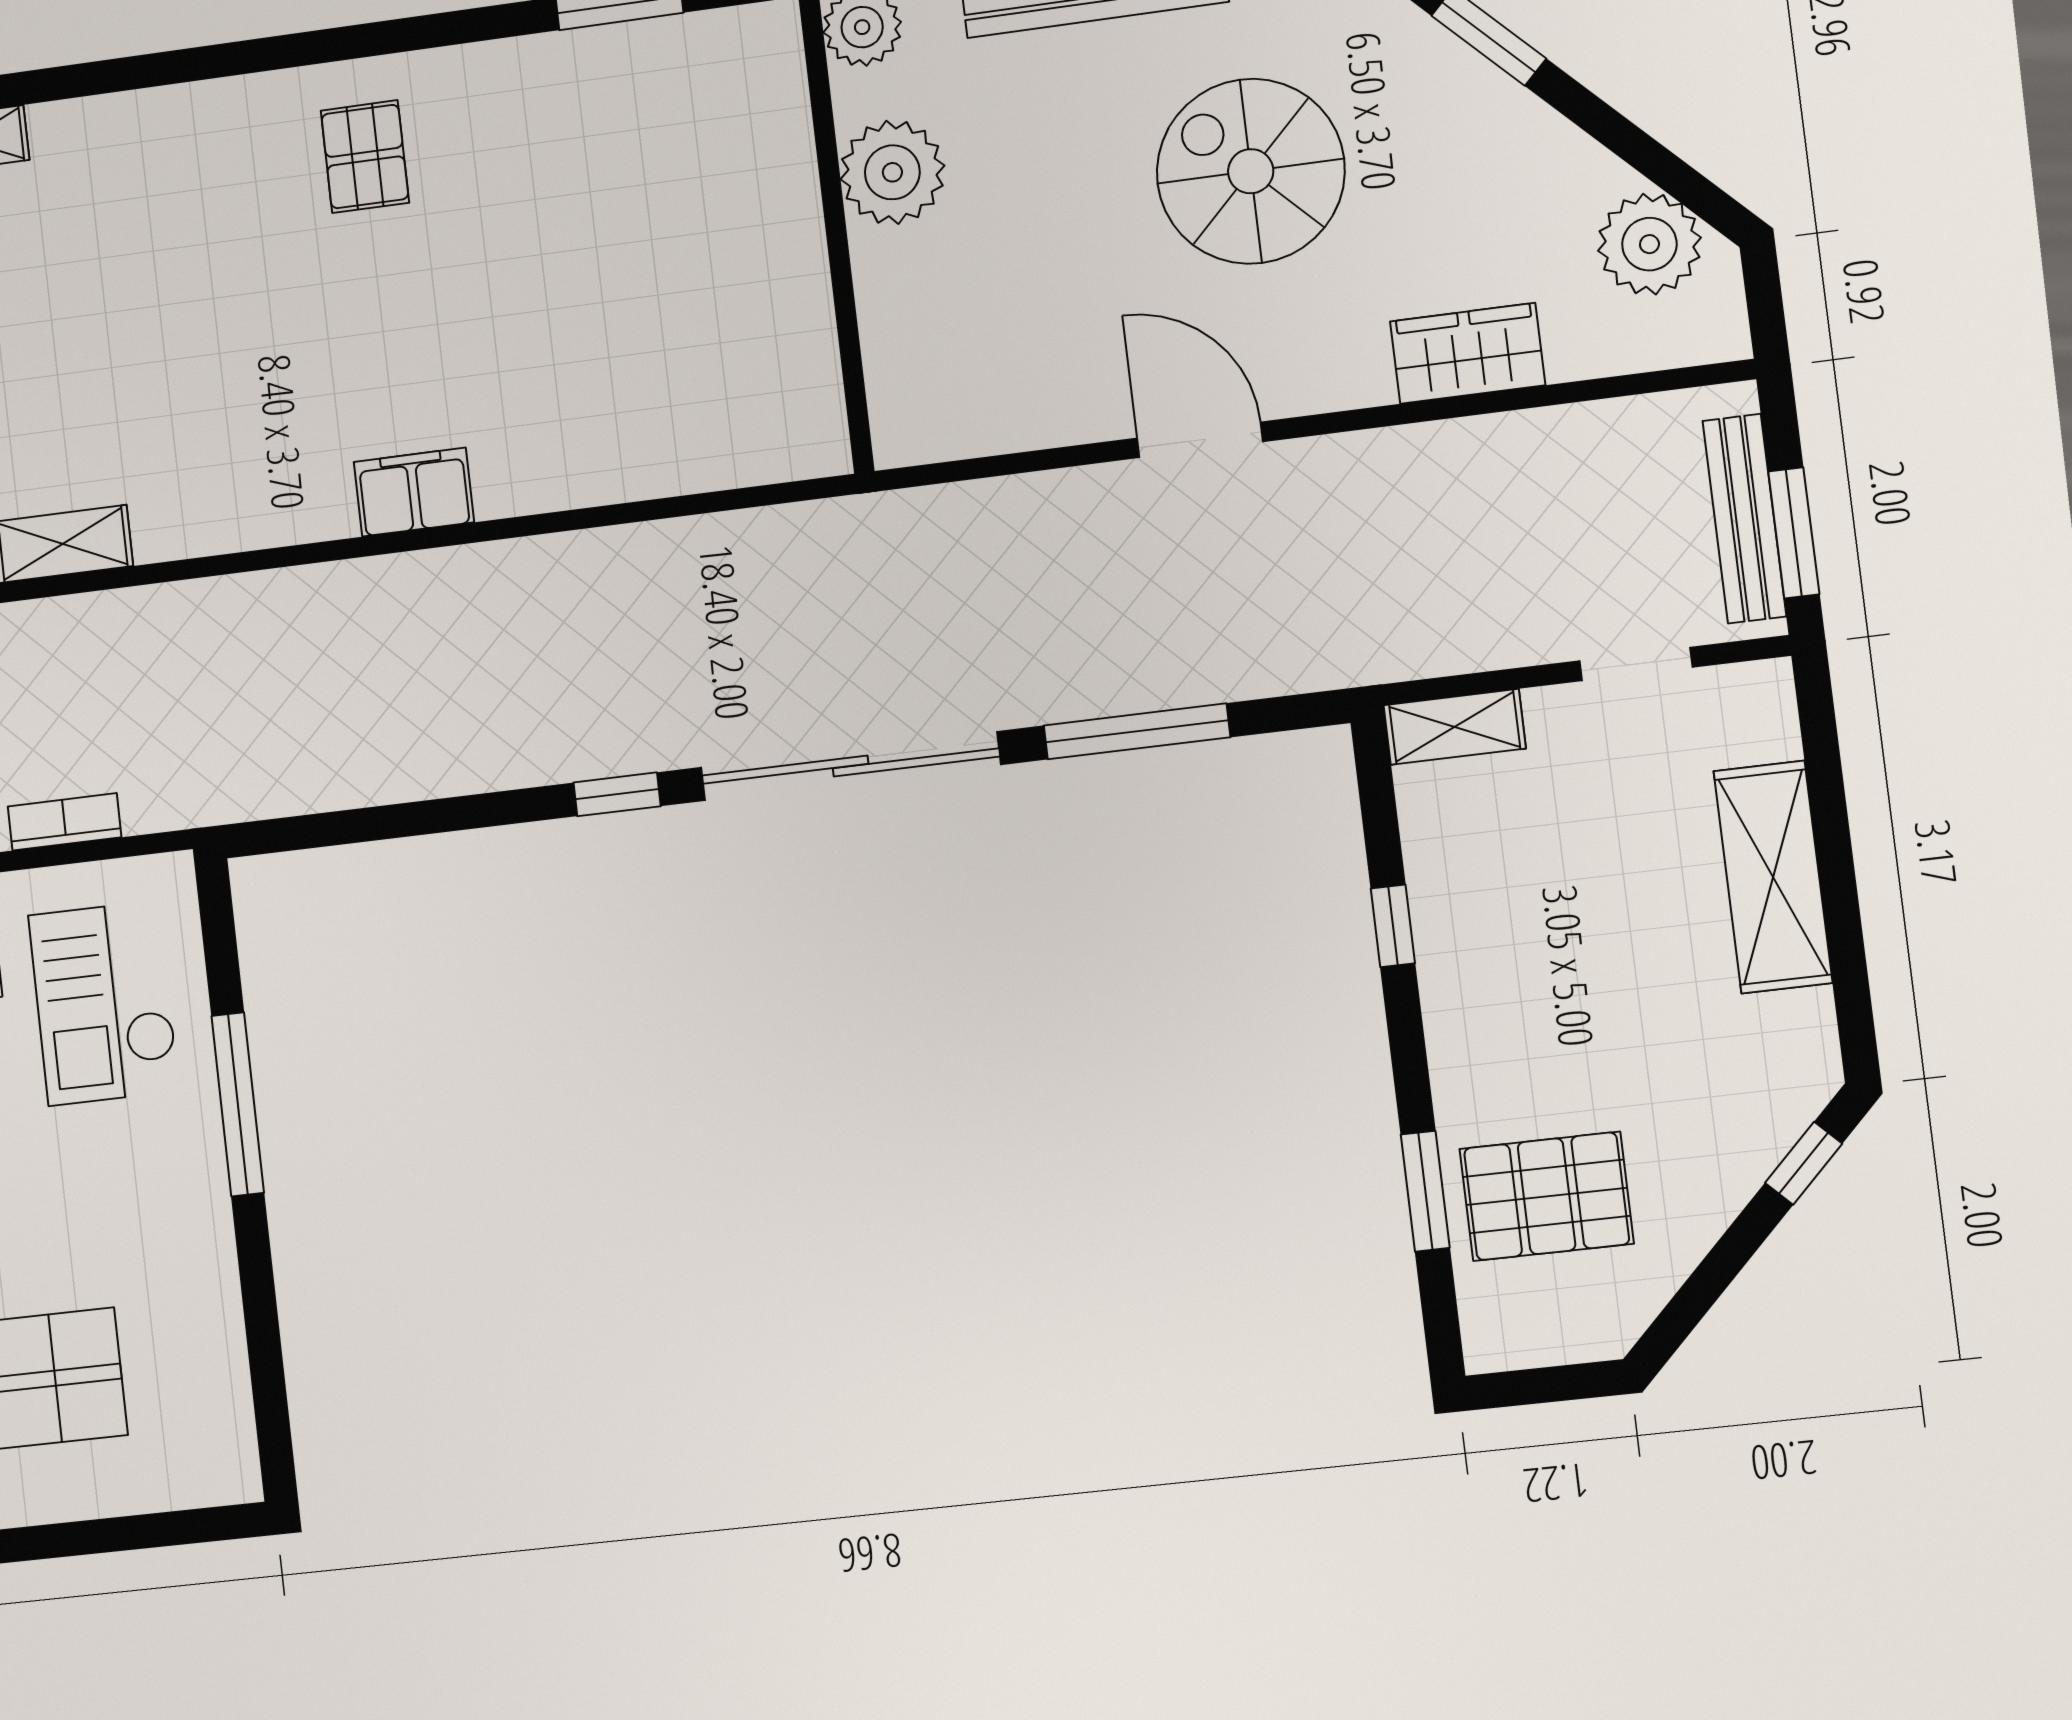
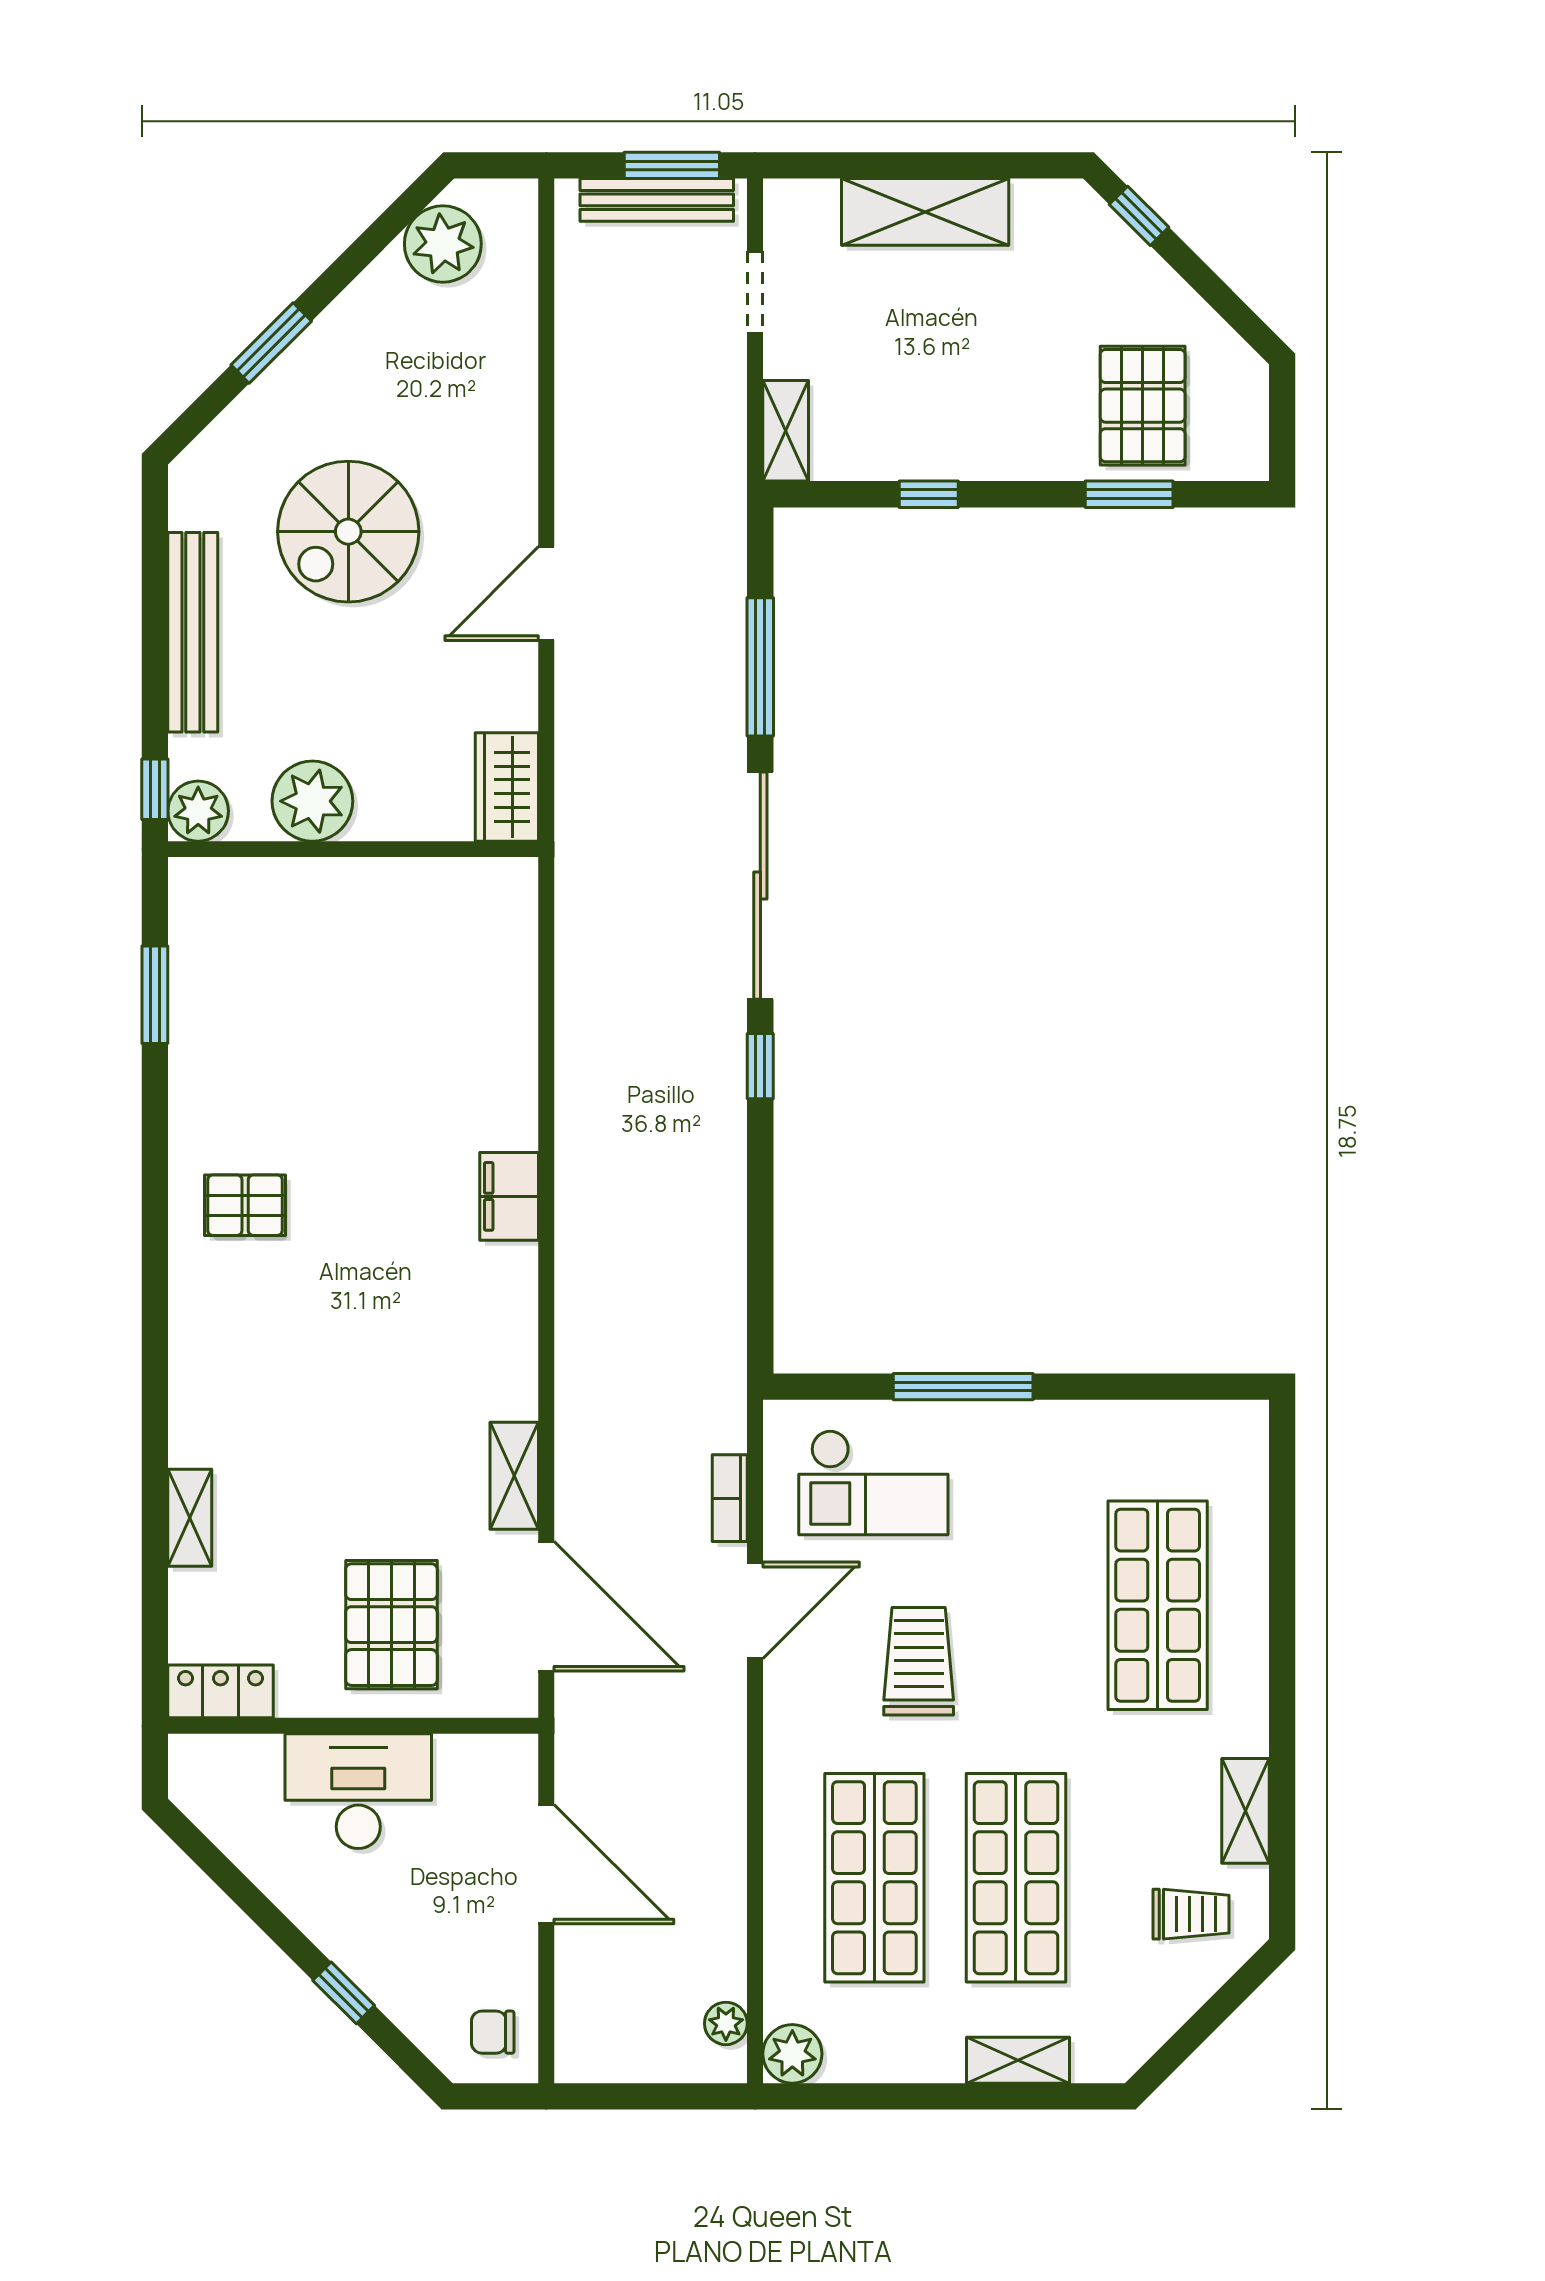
wardrobe: (1468, 353) -> (507, 787), moved

